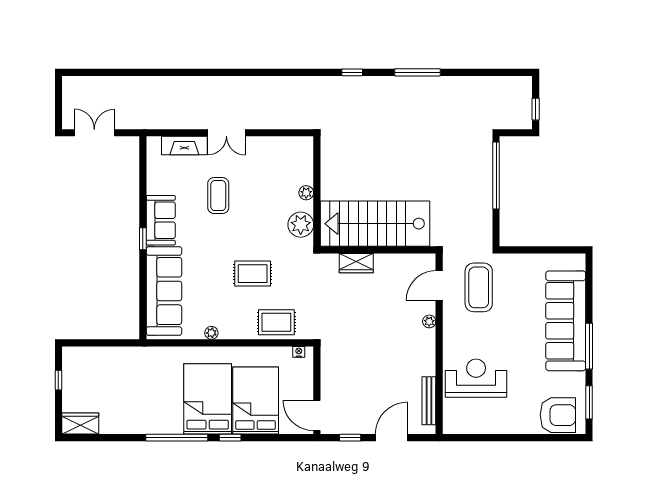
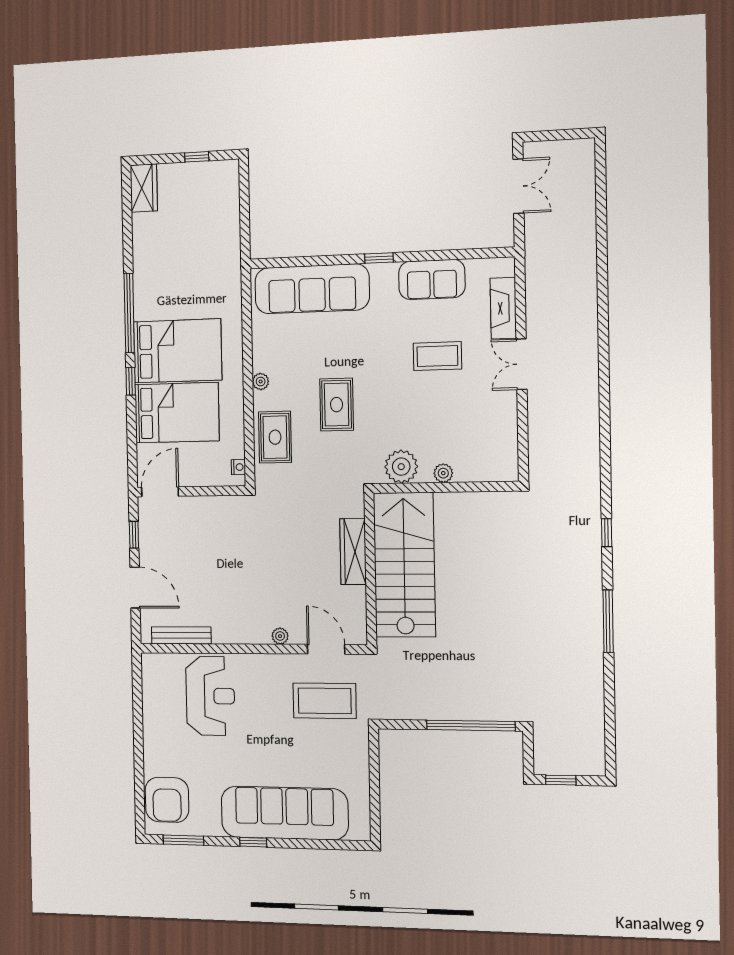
sofa: (161, 220) -> (432, 279), moved
wardrobe: (356, 263) -> (353, 552), width x1.50
plant: (211, 333) -> (261, 382), moved
window: (589, 346) -> (253, 842), width x0.46

